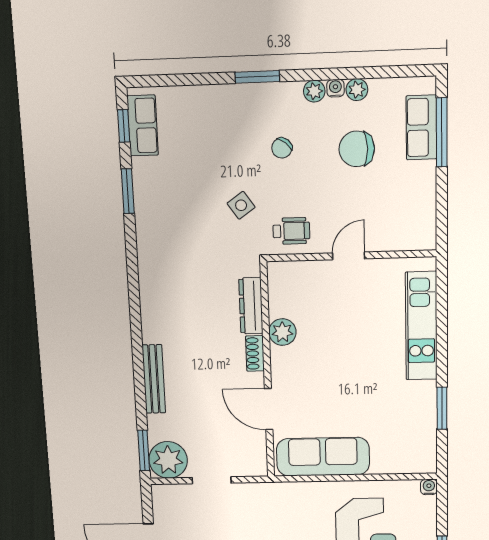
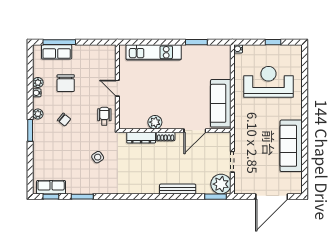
plant: (314, 91) -> (38, 114), moved
side table: (241, 205) -> (98, 157), moved

